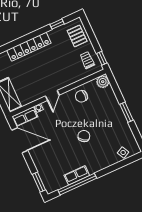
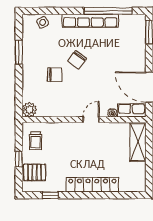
pallet: (77, 36) -> (35, 172), turned 90
window: (102, 58) -> (19, 159), moved
chair: (81, 96) -> (55, 75), moved
window: (127, 112) -> (19, 52), moved
row of seats: (77, 175) -> (90, 21), width x2.02

